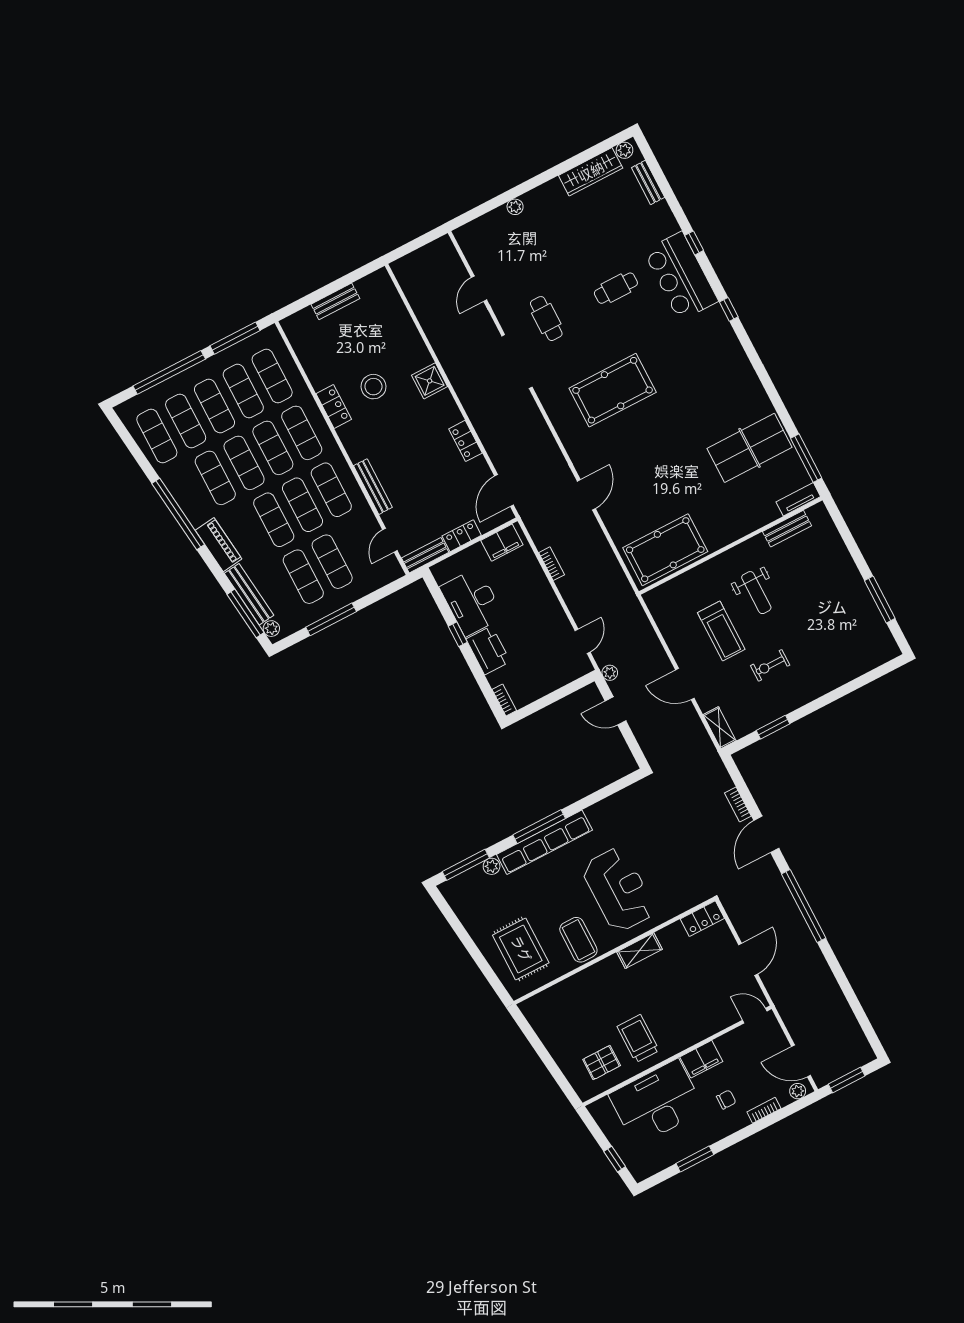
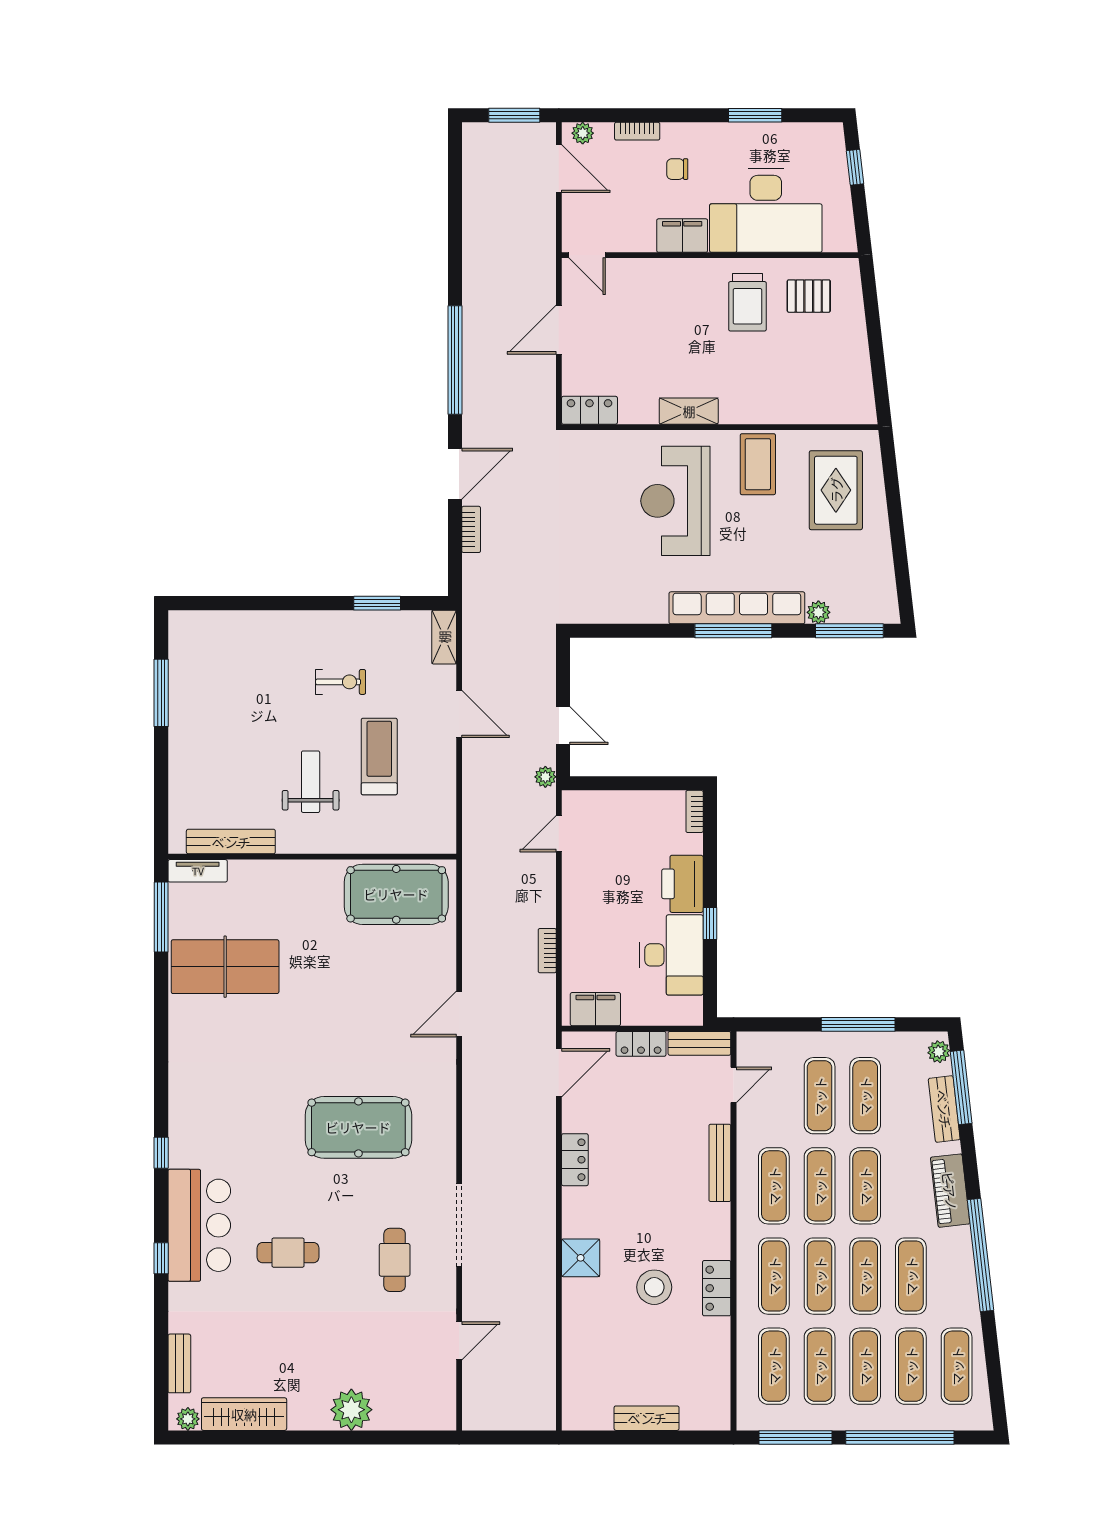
plant: (515, 207) -> (351, 1410), width x1.88, depth x1.88
bench: (787, 529) -> (231, 842), width x1.36
bench: (249, 594) -> (944, 1109), width x0.73

